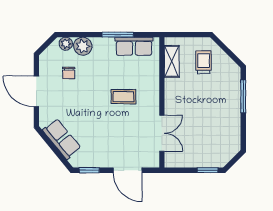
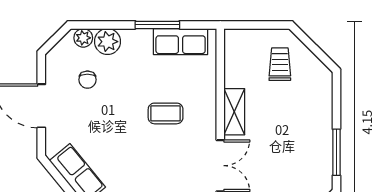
shelving: (172, 61) -> (234, 112), moved
window: (243, 96) -> (336, 152), moved

